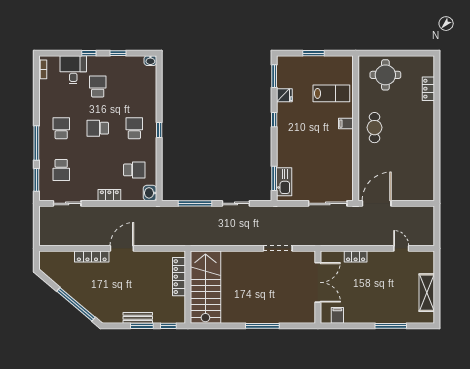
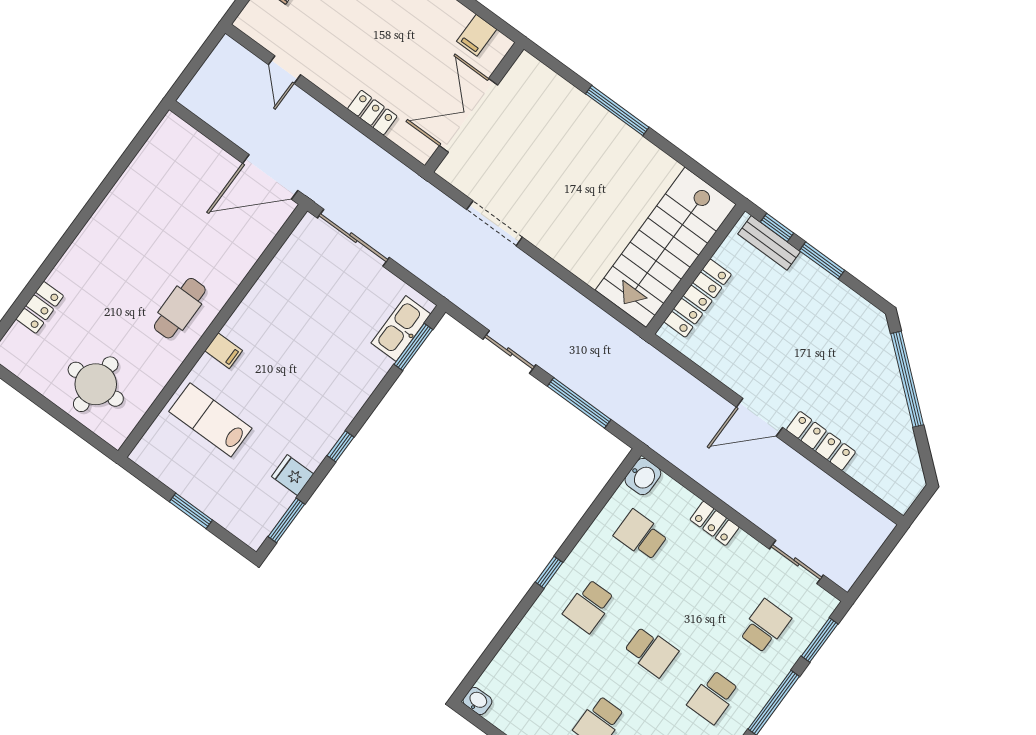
bench: (138, 318) -> (769, 243), moved

